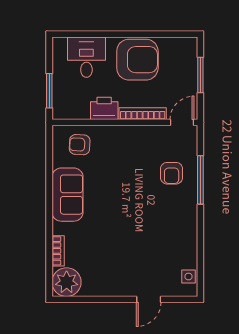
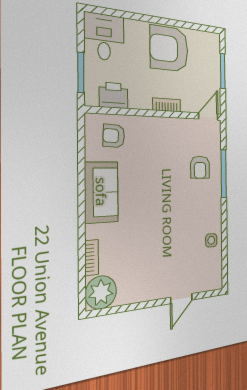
desk: (86, 57) -> (104, 37), moved
armchair: (137, 60) -> (169, 49), turned 180
printer: (104, 108) -> (114, 95), moved
bookcase: (143, 114) -> (167, 105), width x0.64
side table: (189, 277) -> (211, 240), moved

